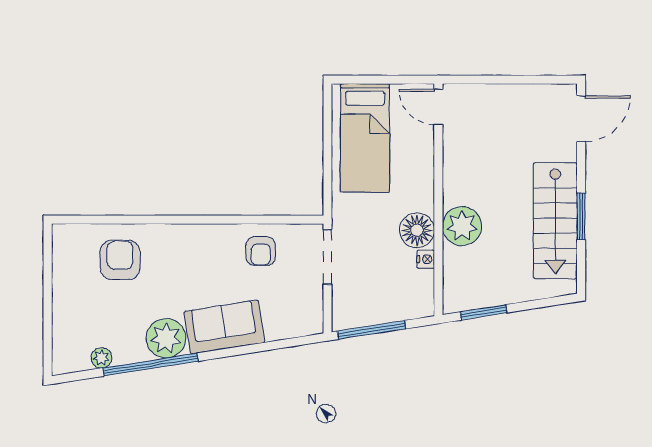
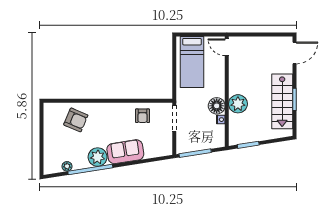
armchair: (120, 260) -> (76, 120), turned 113

